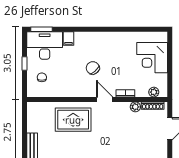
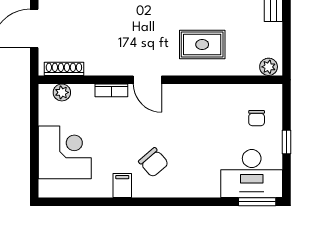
filing cabinet: (68, 39) -> (122, 186), moved
chair: (93, 68) -> (154, 162), moved
plant: (135, 107) -> (269, 67), moved
rug: (73, 120) -> (202, 45), width x0.73, depth x0.70

